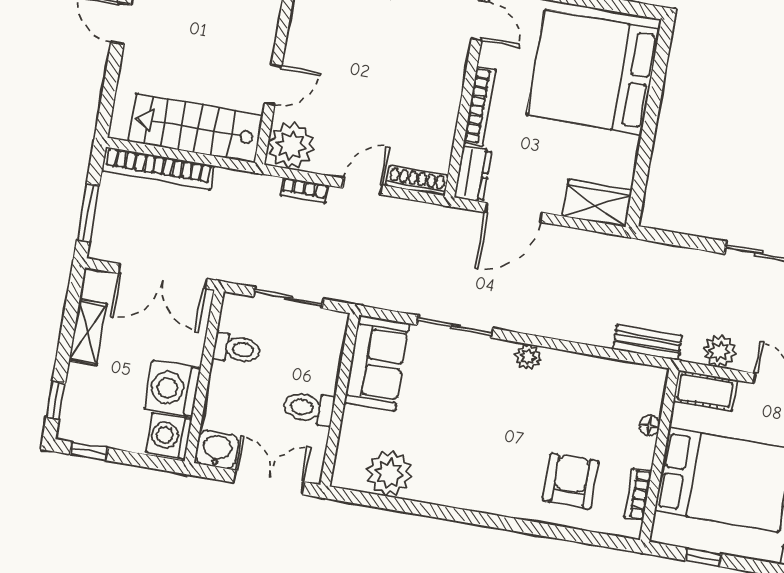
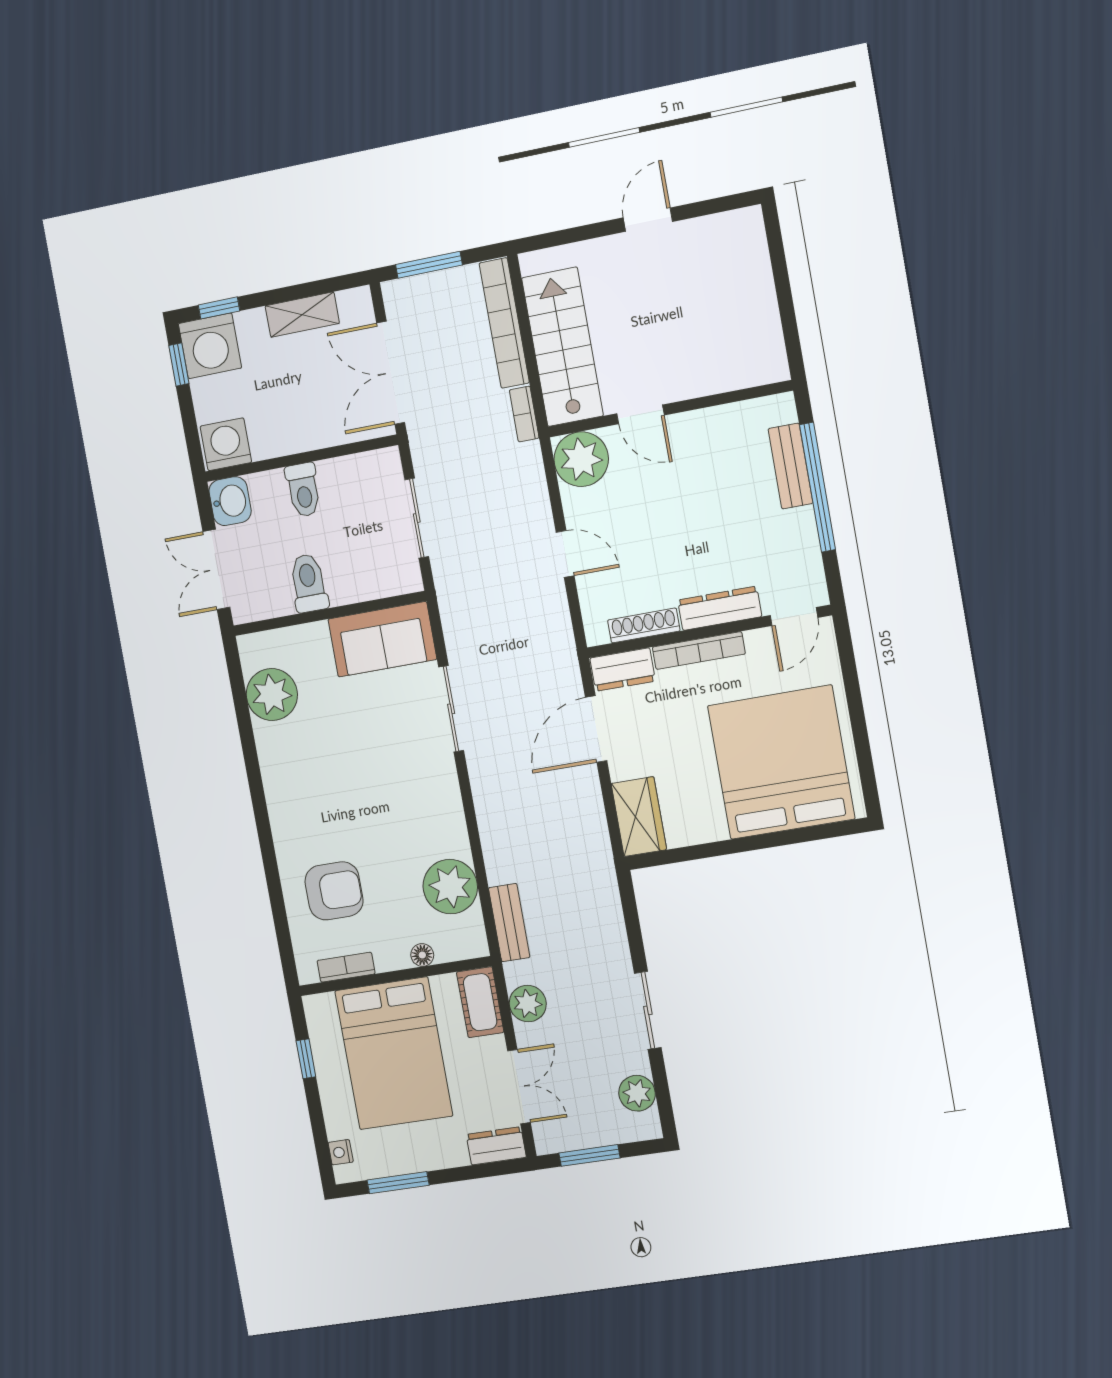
dresser: (452, 77) -> (720, 608), added
shoe rack: (417, 181) -> (644, 626), moved, turned -90
bookcase: (304, 190) -> (524, 414), moved
door: (514, 213) -> (596, 729), hinge flipped
toilet: (237, 349) -> (303, 490), moved
plant: (528, 357) -> (450, 887), moved, width x1.88, depth x1.88
washing machine: (172, 389) -> (210, 346), moved, turned 180
double door: (269, 482) -> (216, 569), swing flipped

